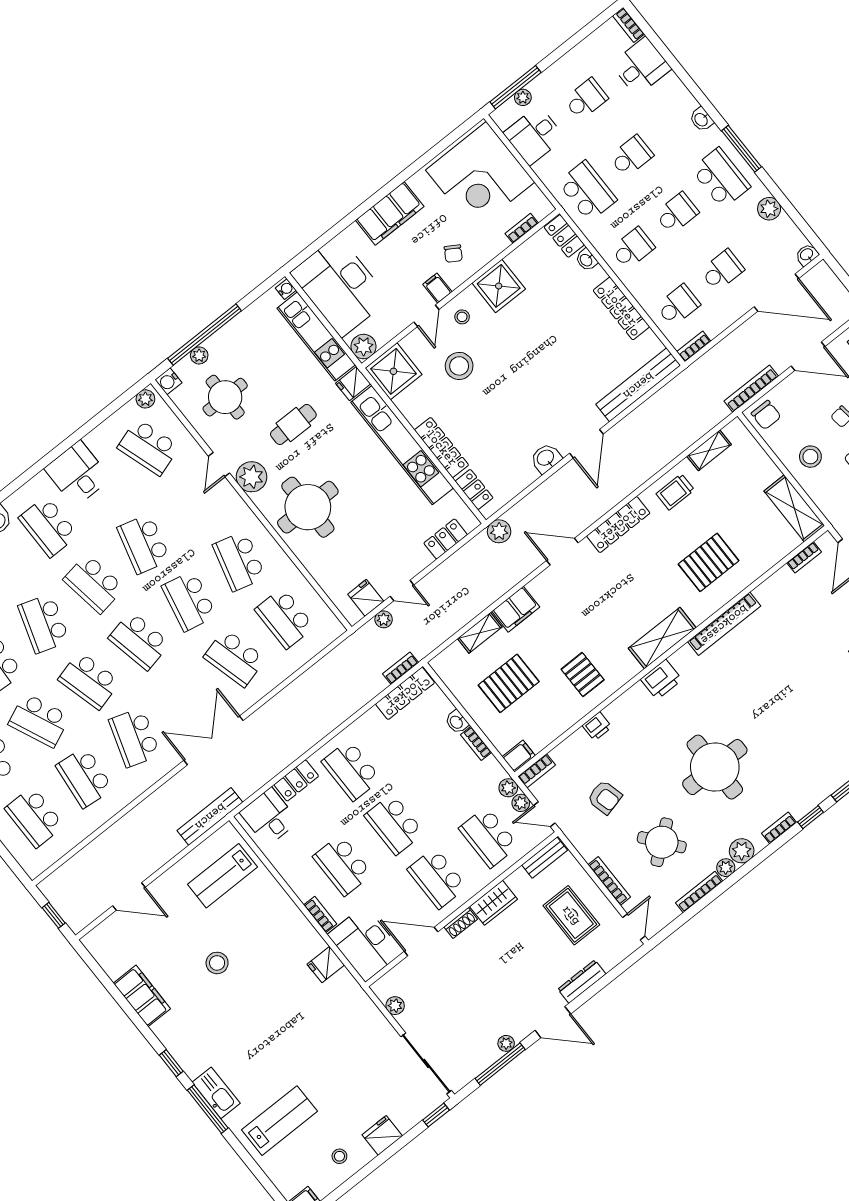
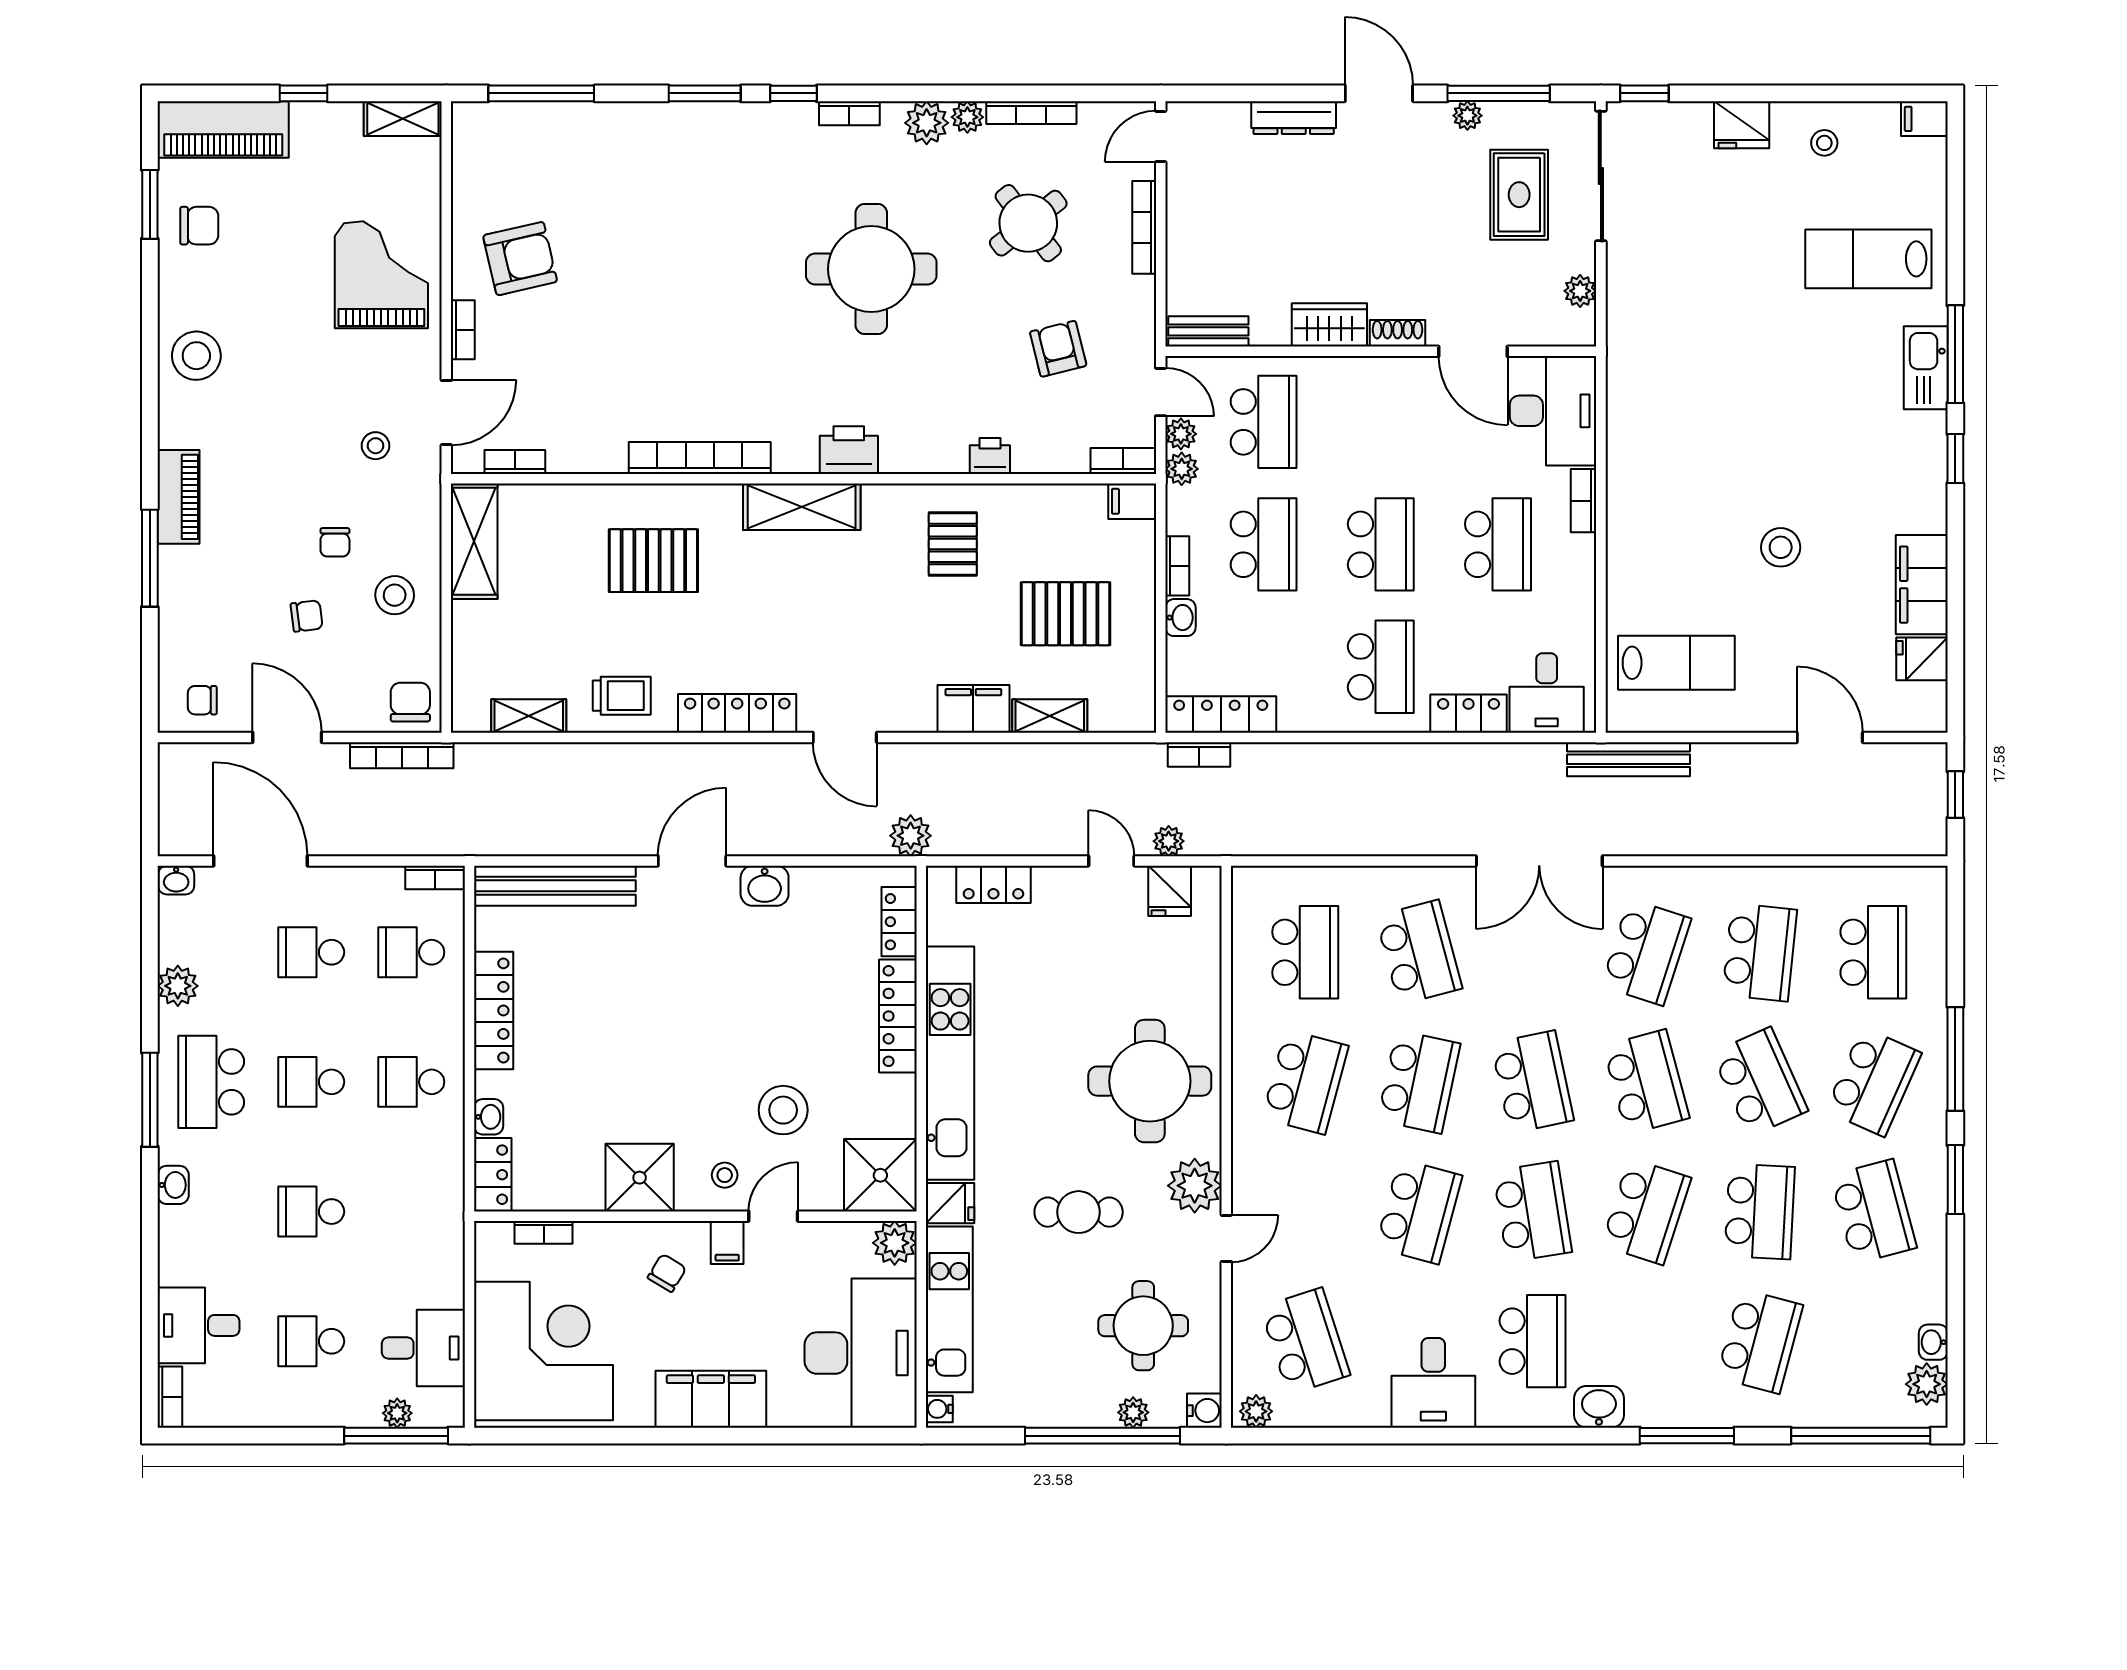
school desk: (587, 191) -> (411, 1212), removed
school desk: (437, 878) -> (1264, 544), moved
rug: (571, 915) -> (1519, 195), moved
fridge: (326, 965) -> (1922, 659), moved, turned 180

